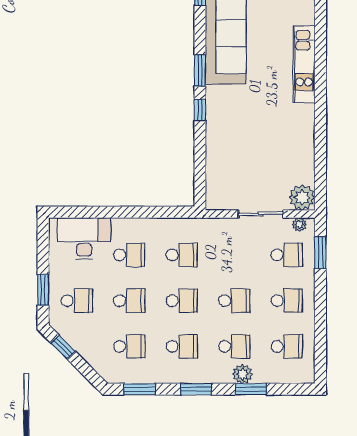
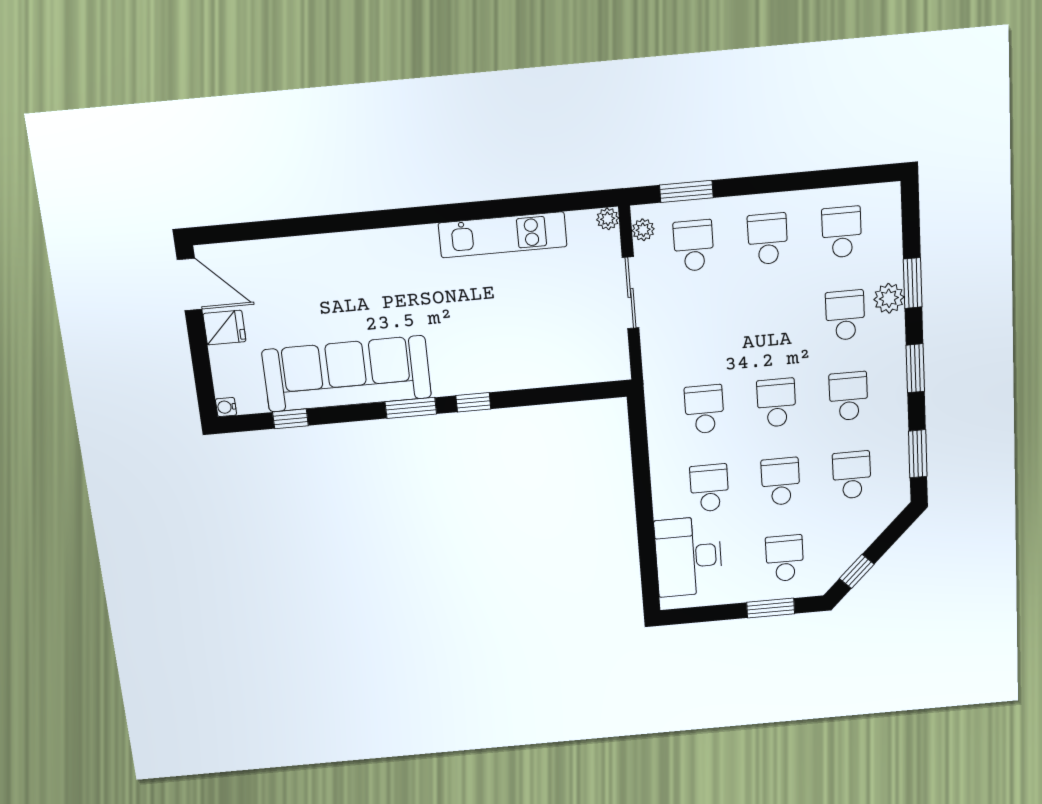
kitchen unit: (304, 64) -> (503, 235), moved
plant: (302, 197) -> (608, 219), width x0.53, depth x0.53
school desk: (234, 301) -> (772, 322), removed

